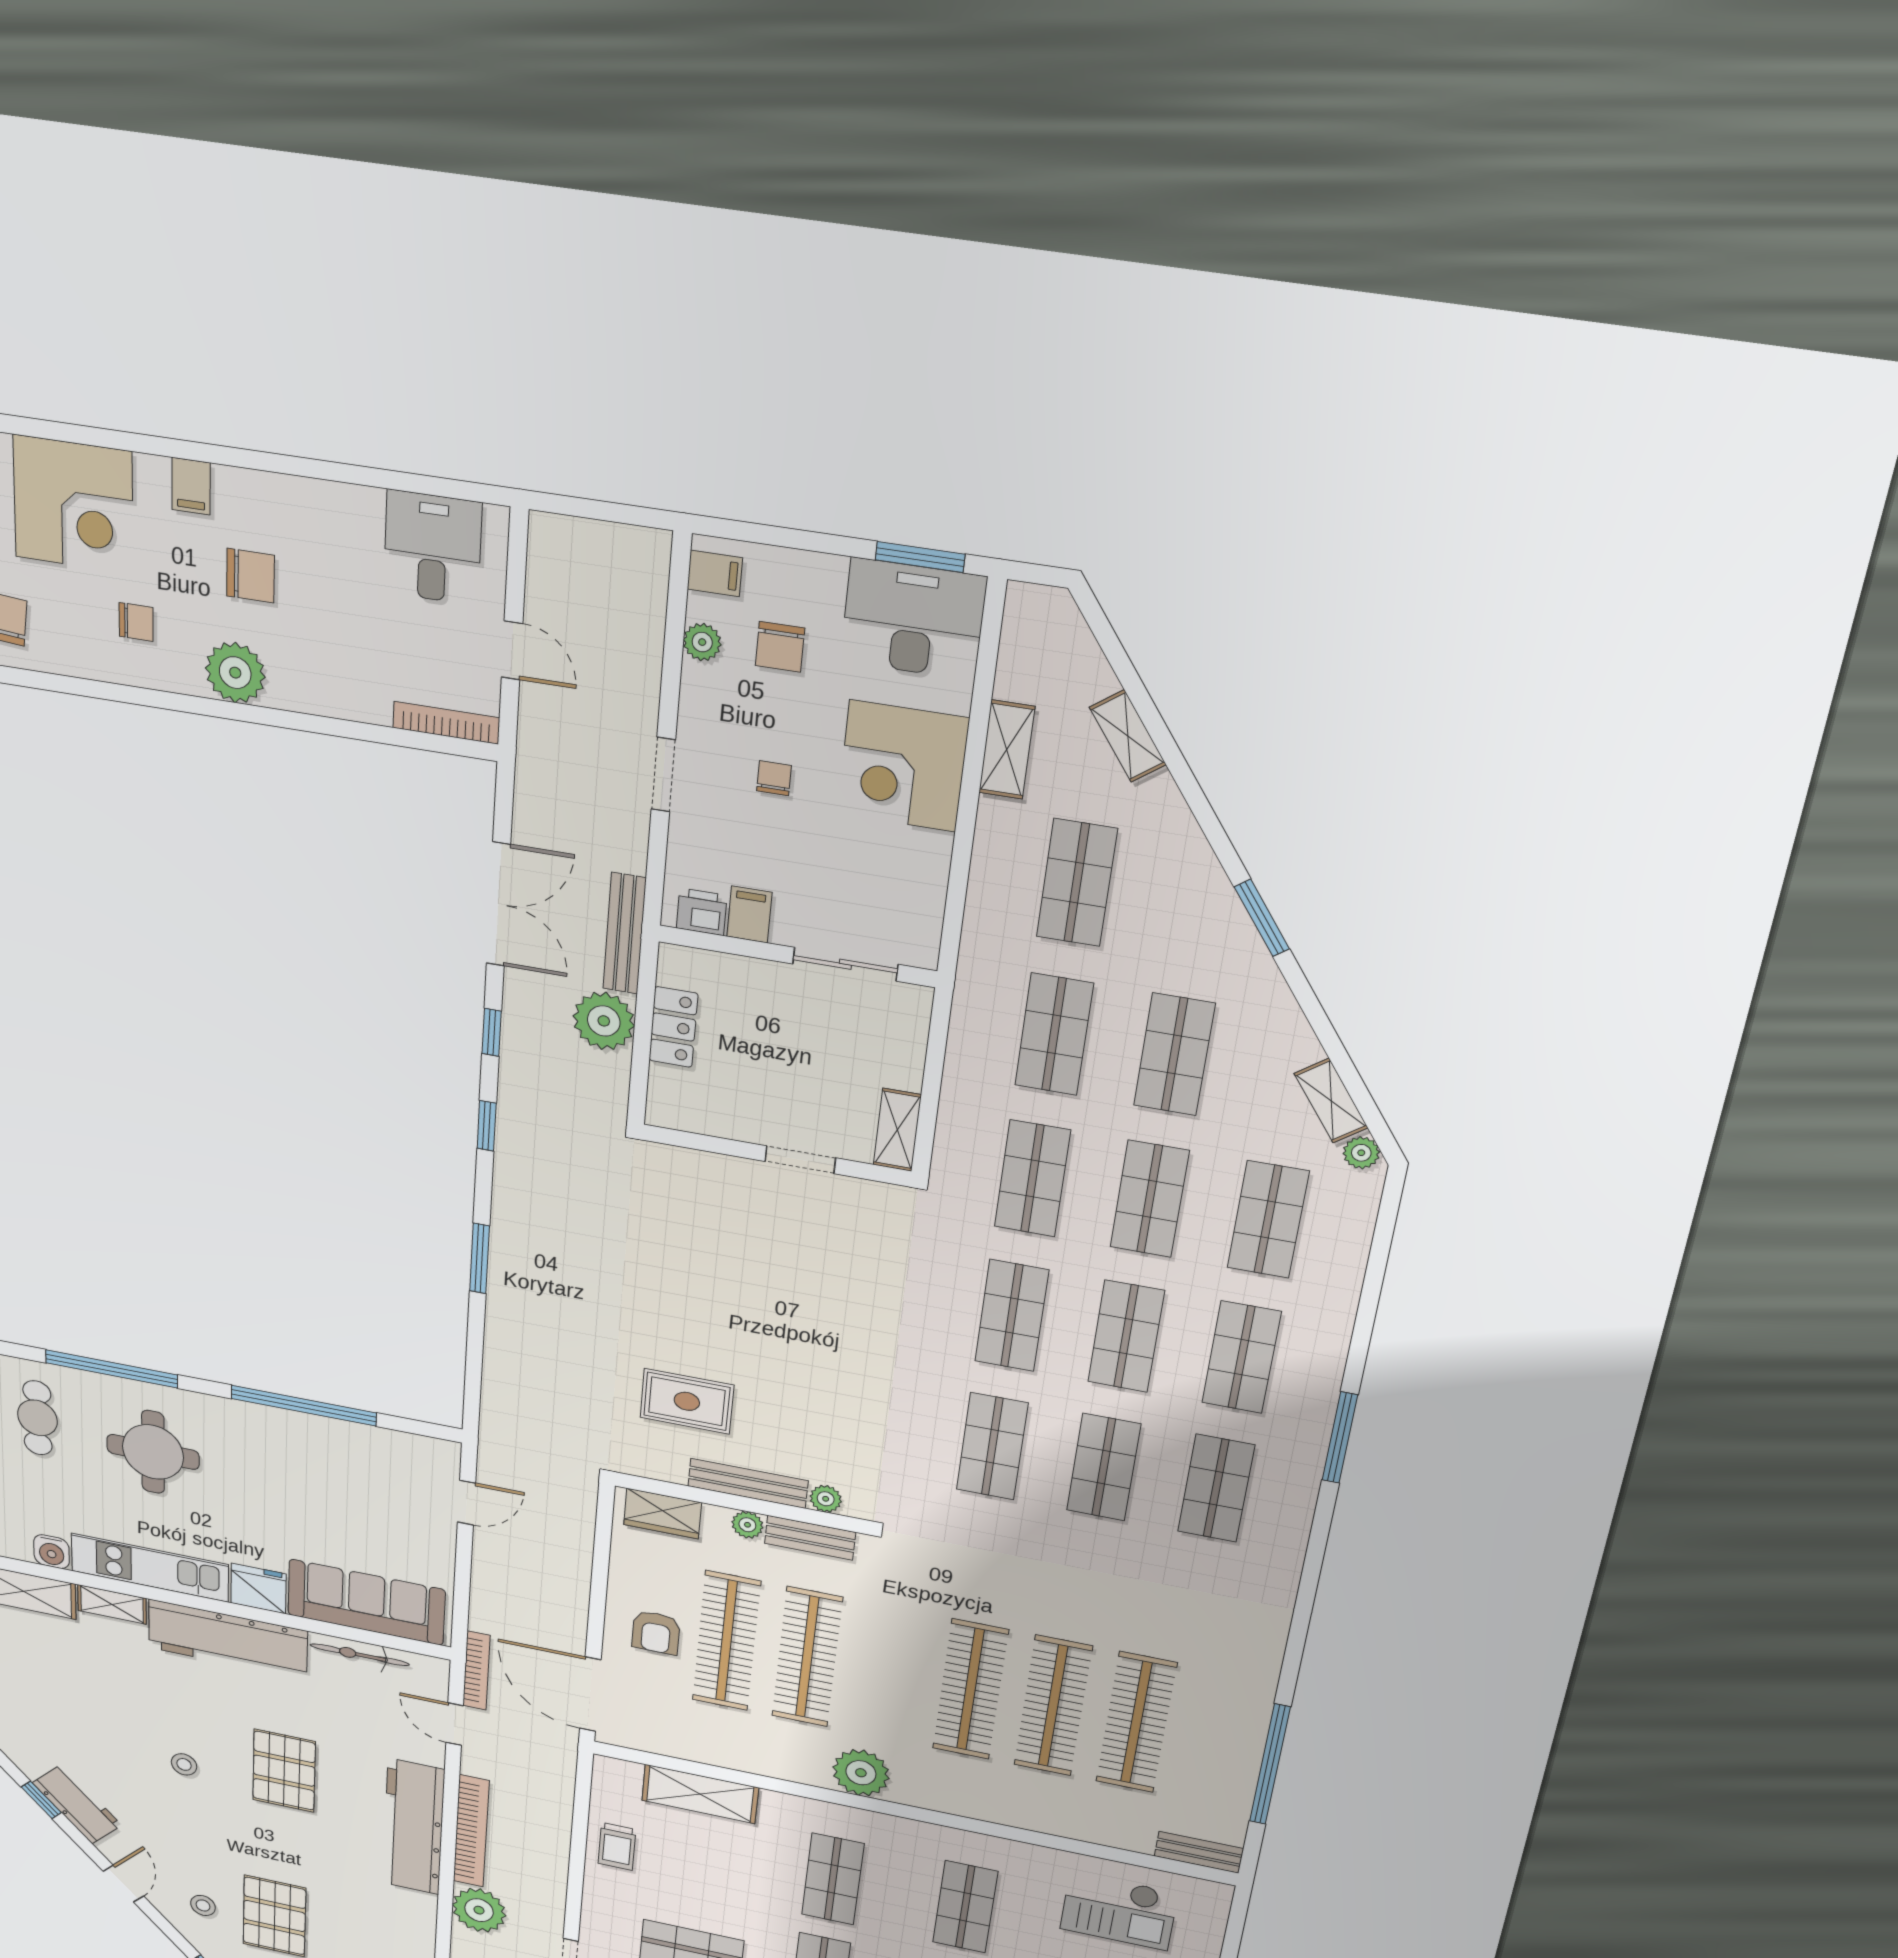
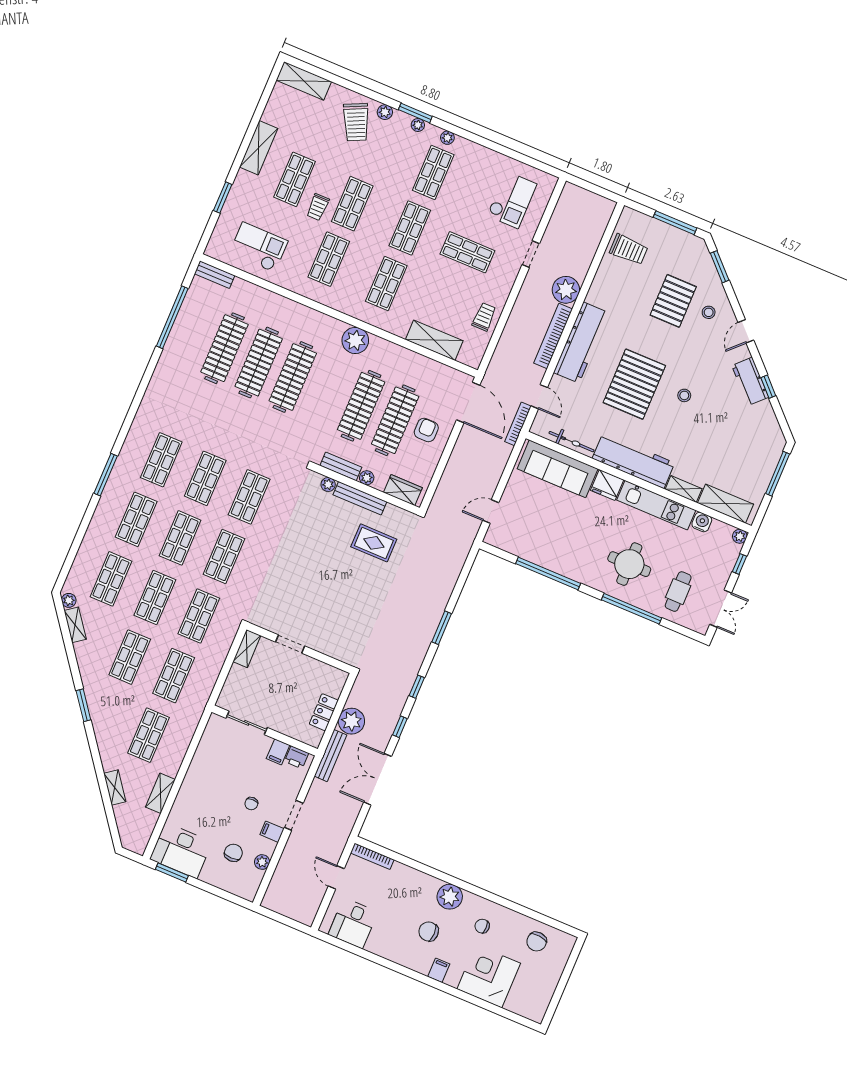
filing cabinet: (715, 573) -> (272, 832), moved
corner desk: (903, 766) -> (201, 796), removed
pallet: (284, 1771) -> (634, 384), width x1.37, depth x1.41

